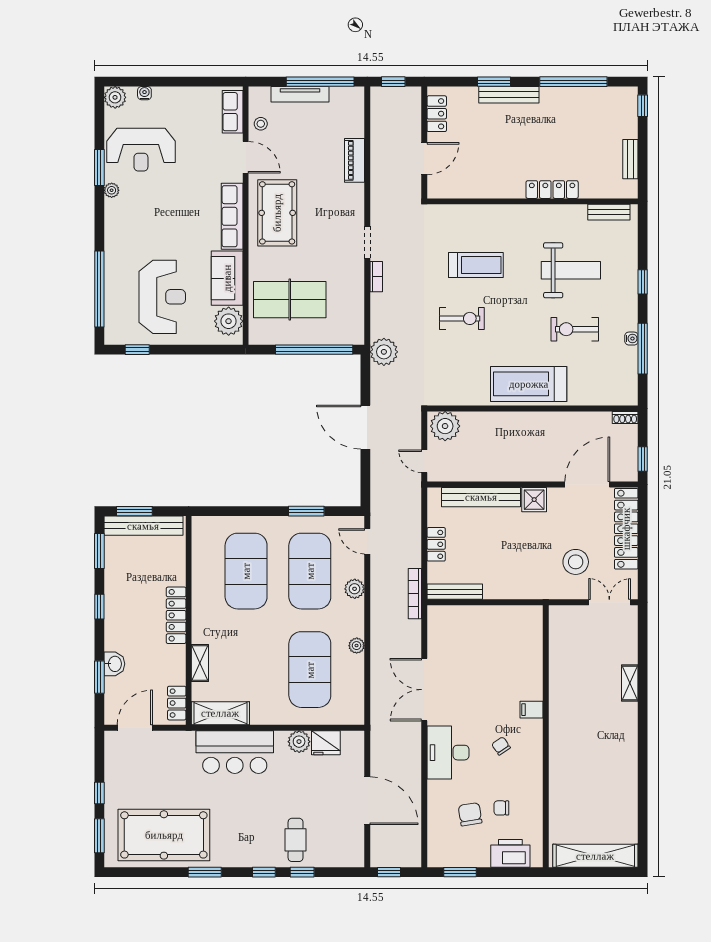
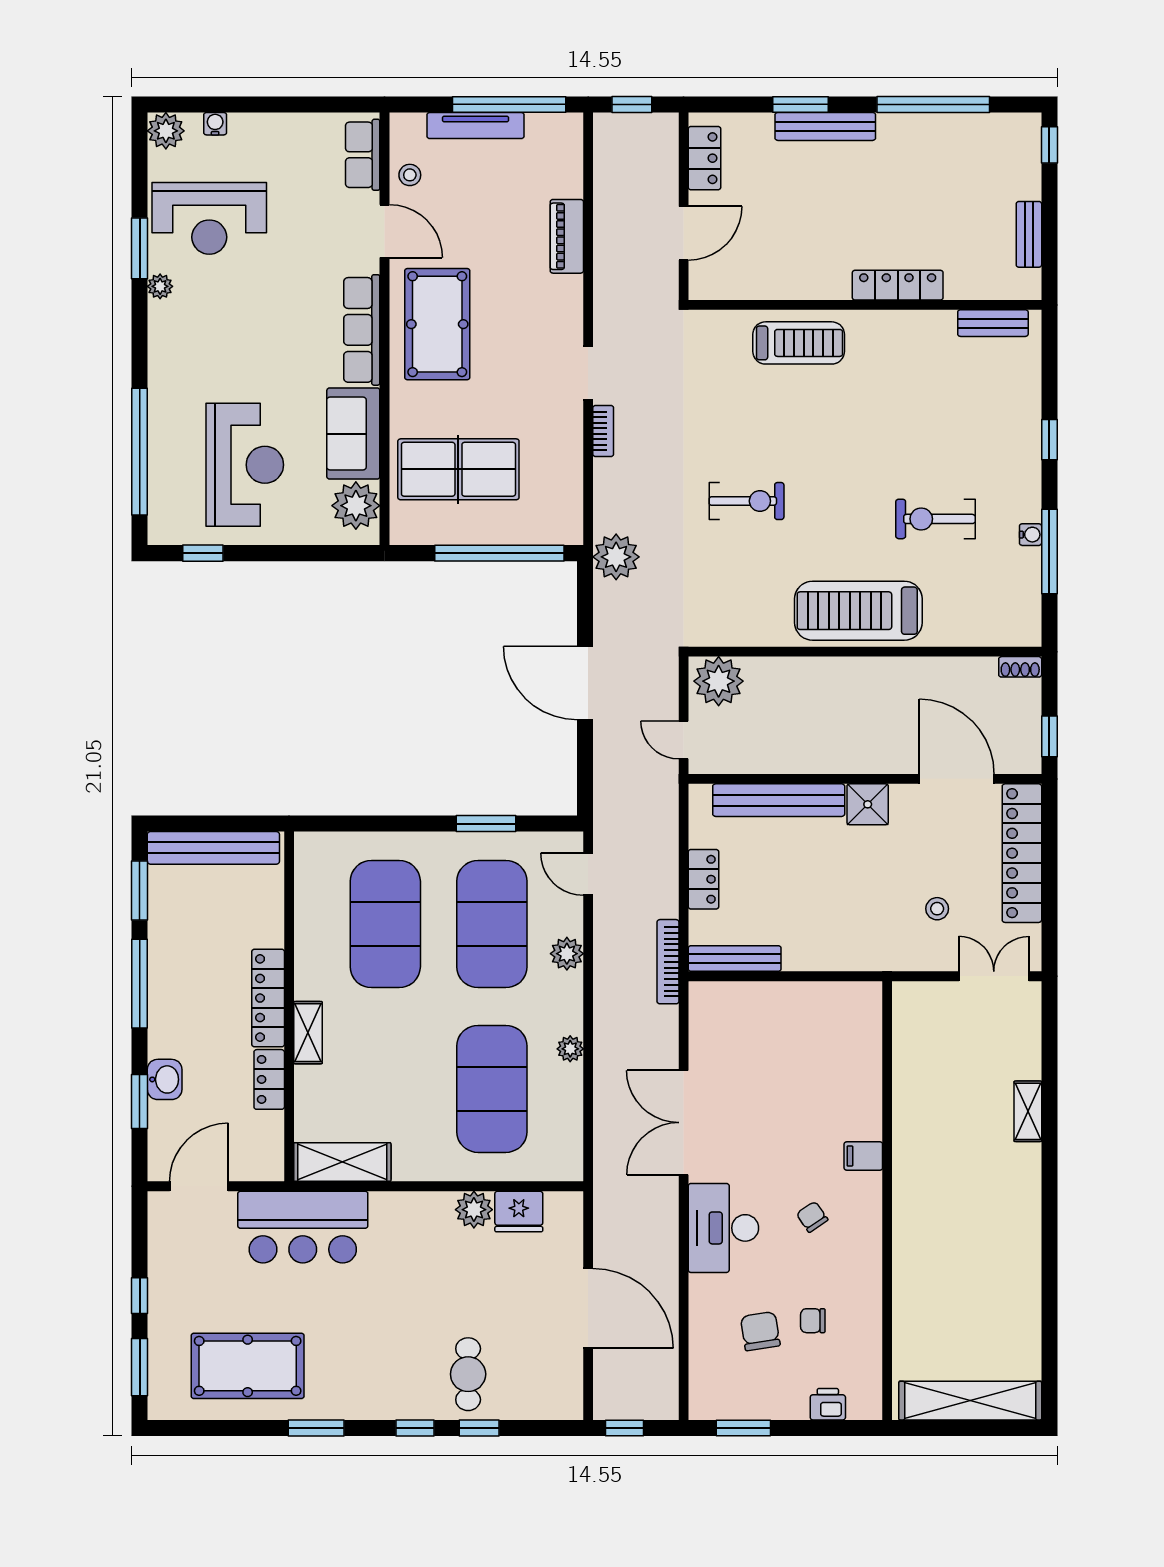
treadmill: (476, 265) -> (799, 343), moved
weight bench: (571, 270) -> (929, 420), removed
door: (587, 484) -> (957, 779), hinge flipped
window: (134, 511) -> (198, 824), removed
stool: (576, 562) -> (937, 909), width x0.53, depth x0.53
window: (99, 607) -> (140, 984), width x2.17
shelving: (200, 663) -> (308, 1033), moved
locker: (177, 703) -> (269, 1079), moved
bar counter: (235, 752) -> (303, 1227), moved
pool table: (164, 835) -> (248, 1366), width x0.73, depth x0.76
printer: (510, 853) -> (828, 1404), width x0.53, depth x0.68

